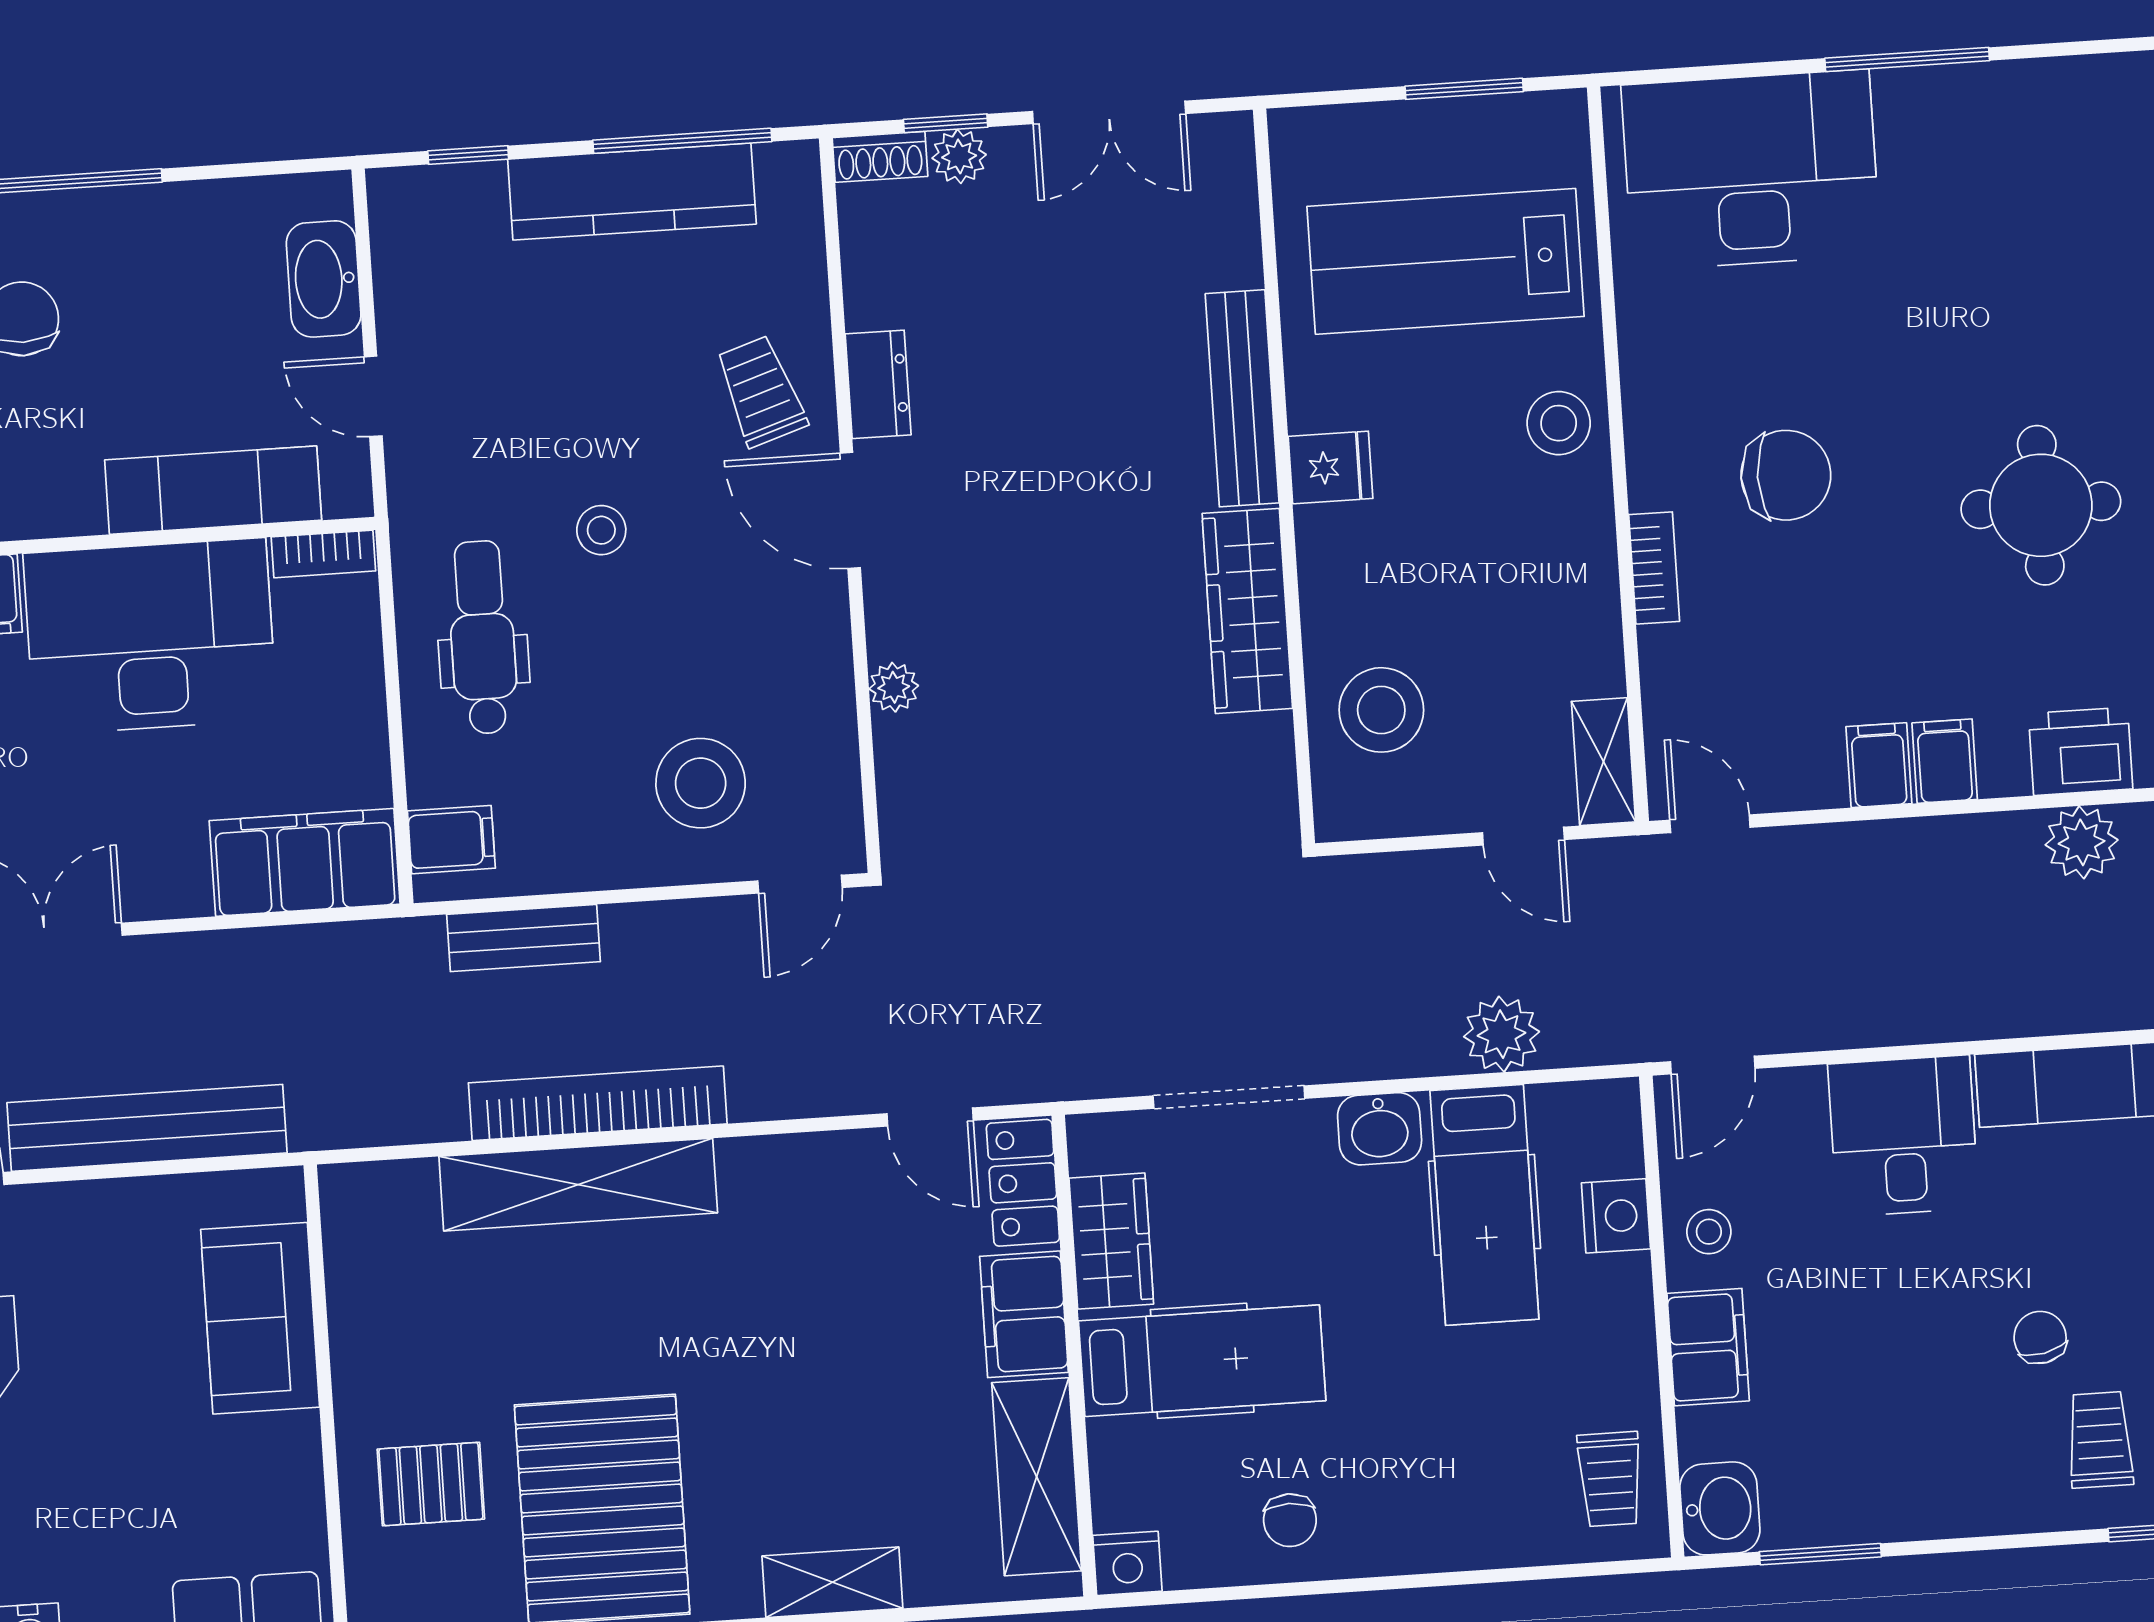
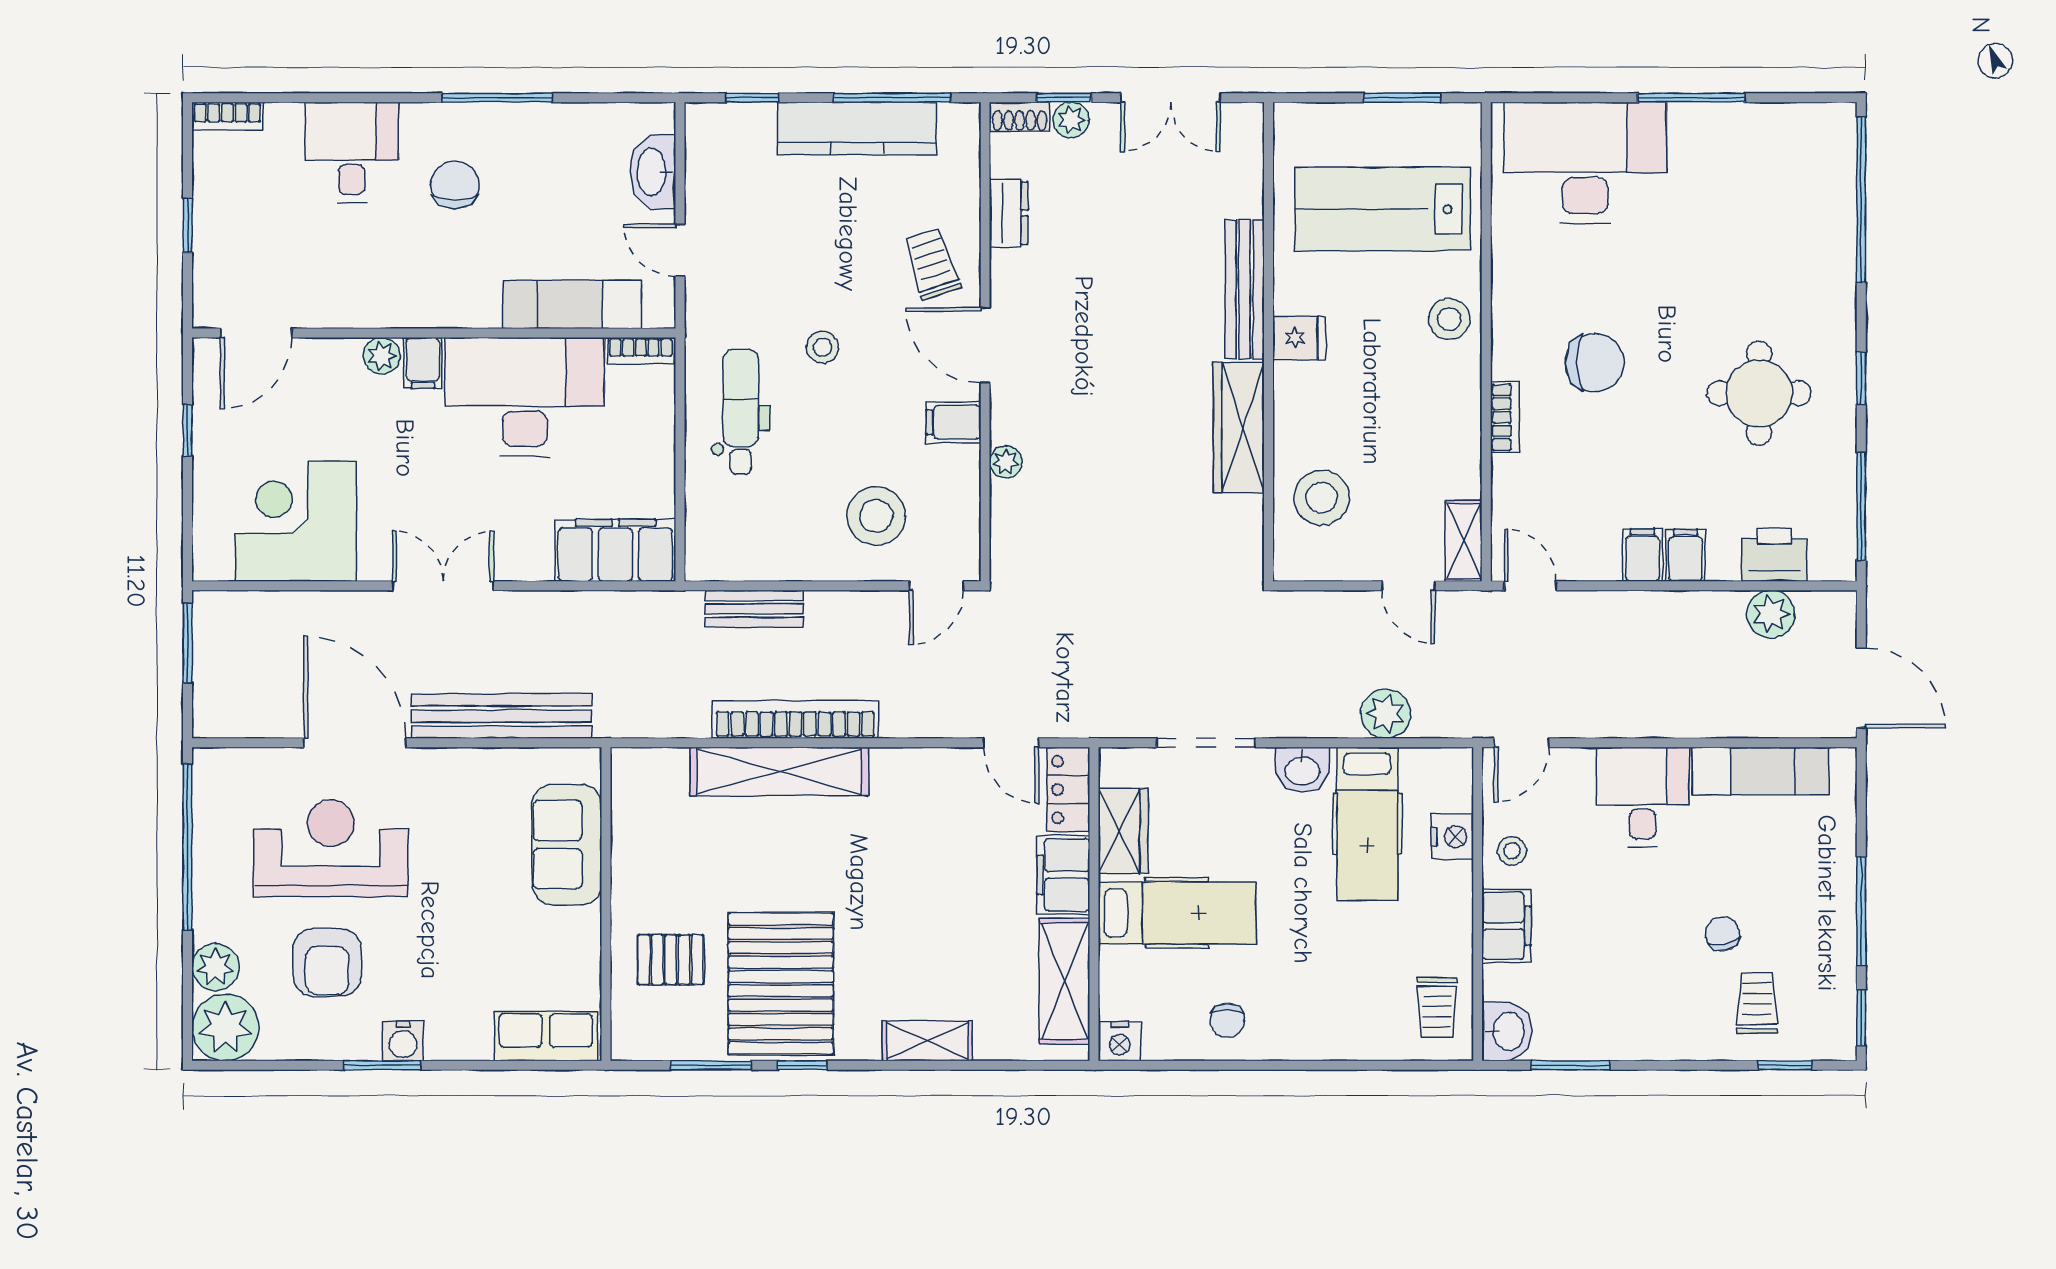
dresser: (878, 384) -> (1009, 213), moved
filing cabinet: (451, 840) -> (953, 422), moved, turned 180

